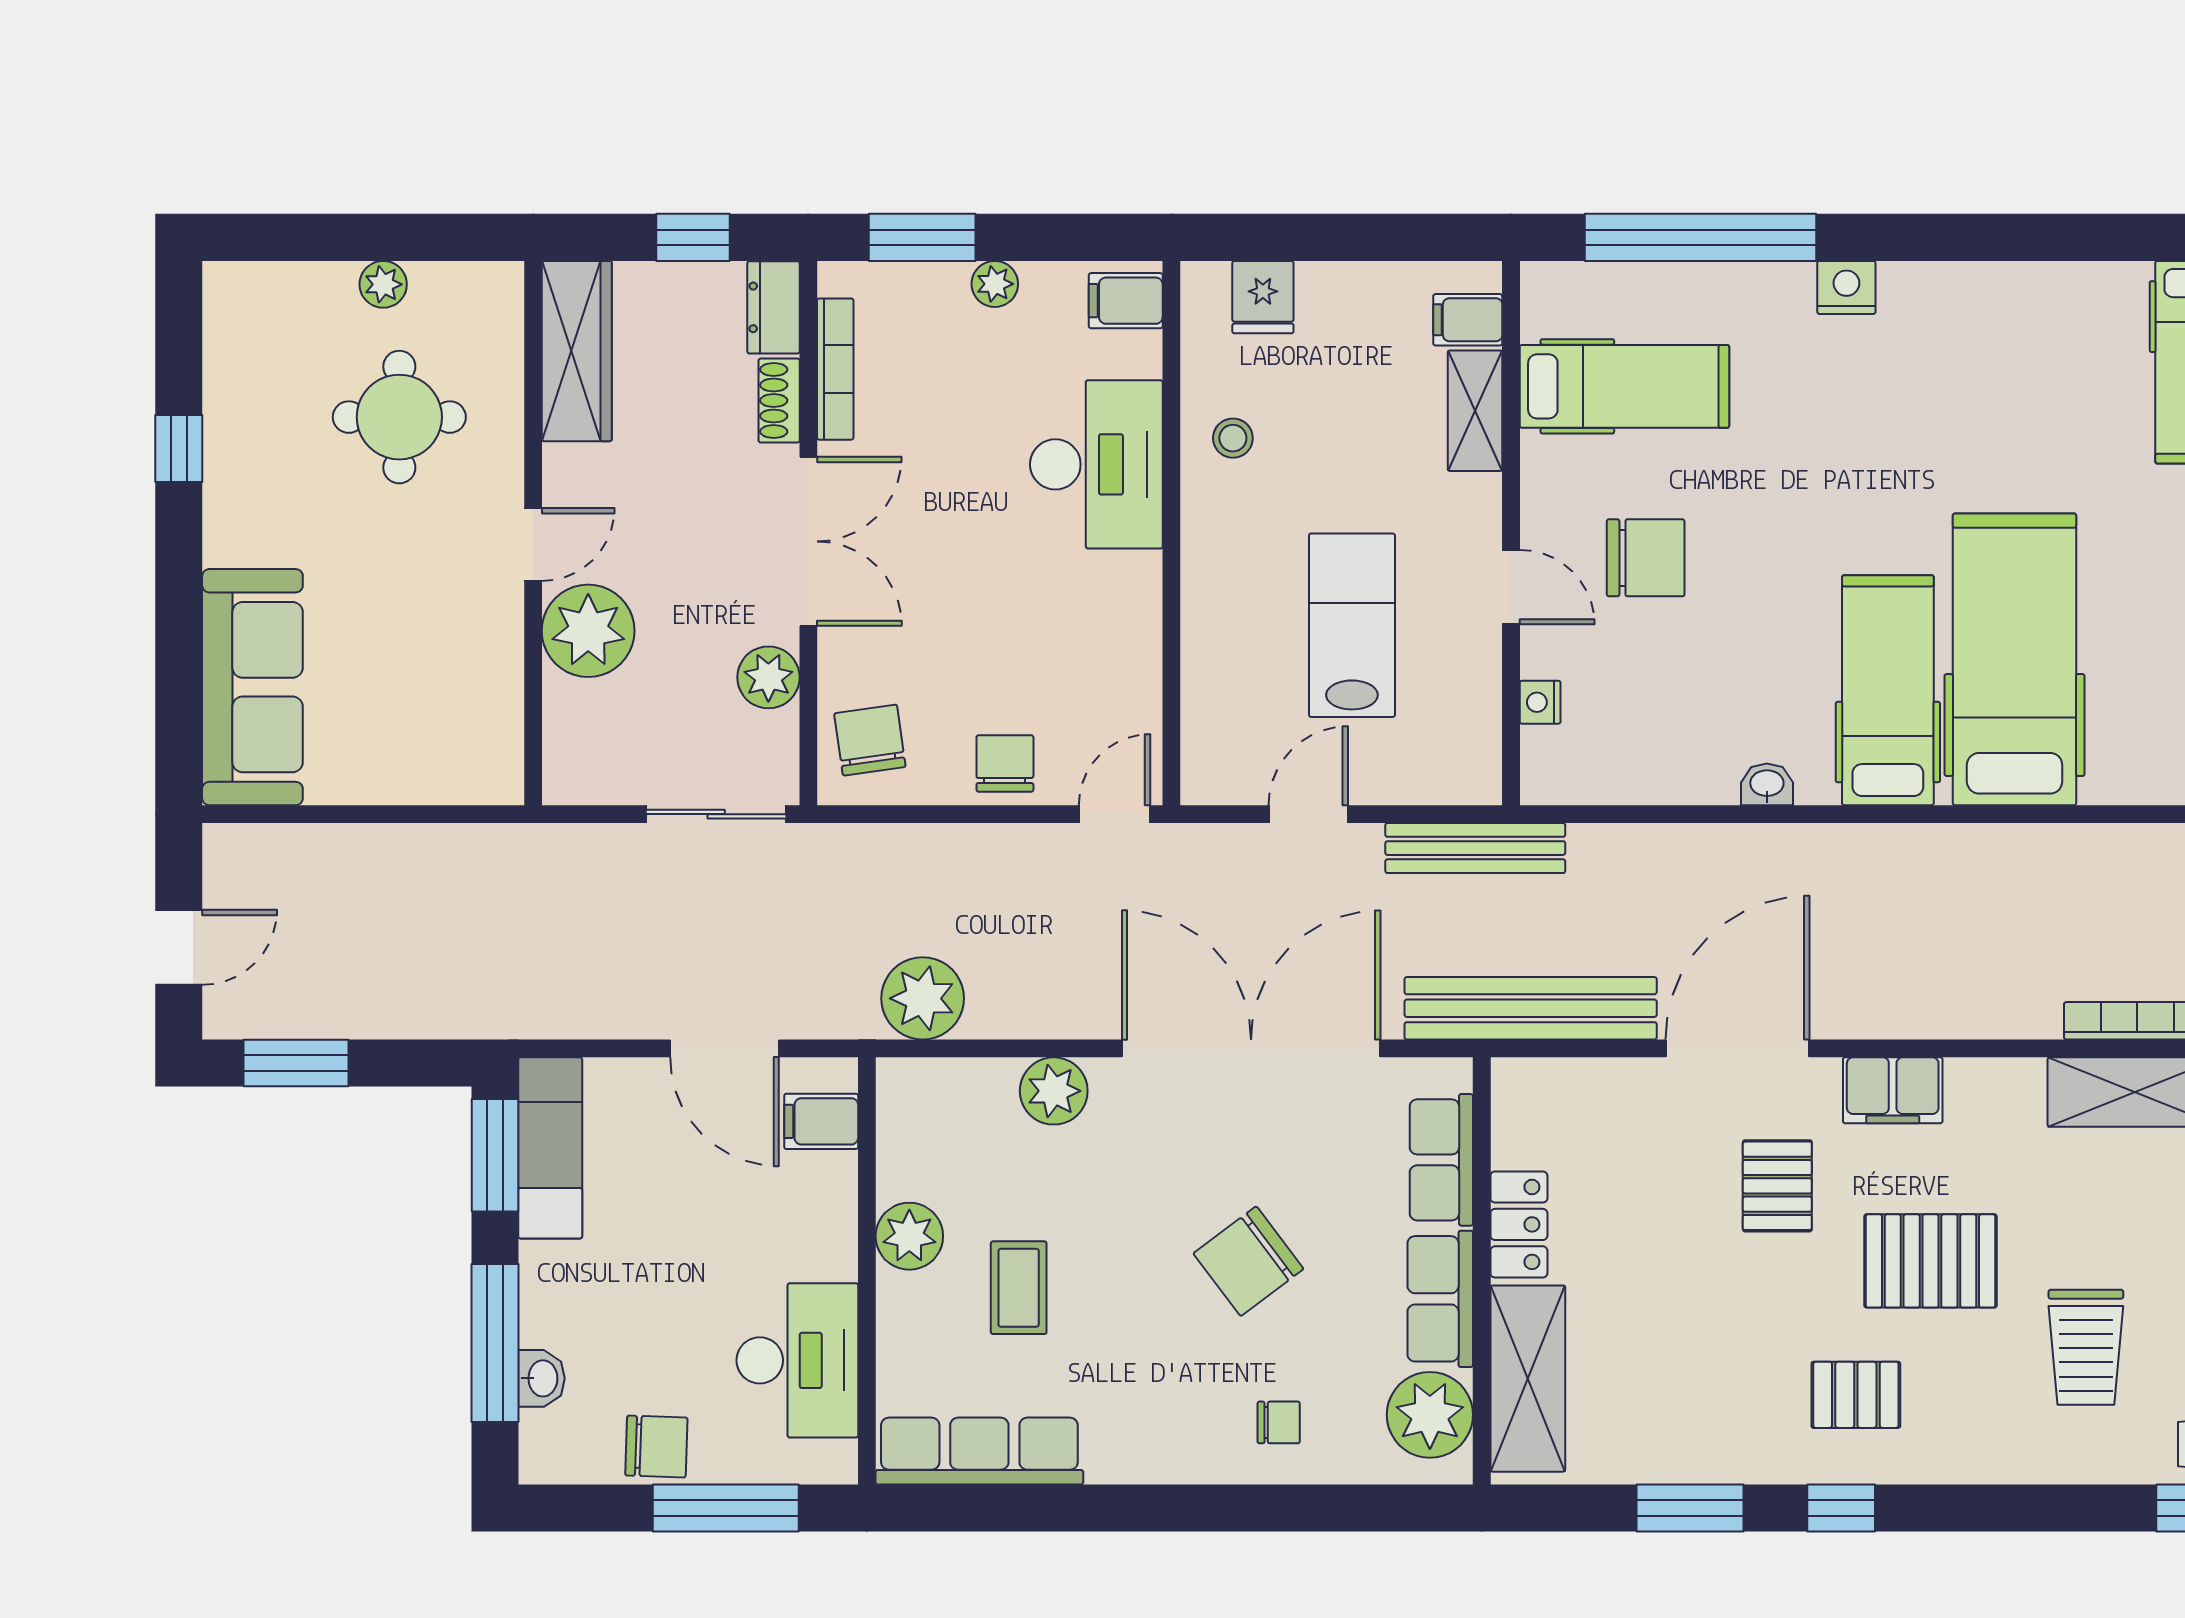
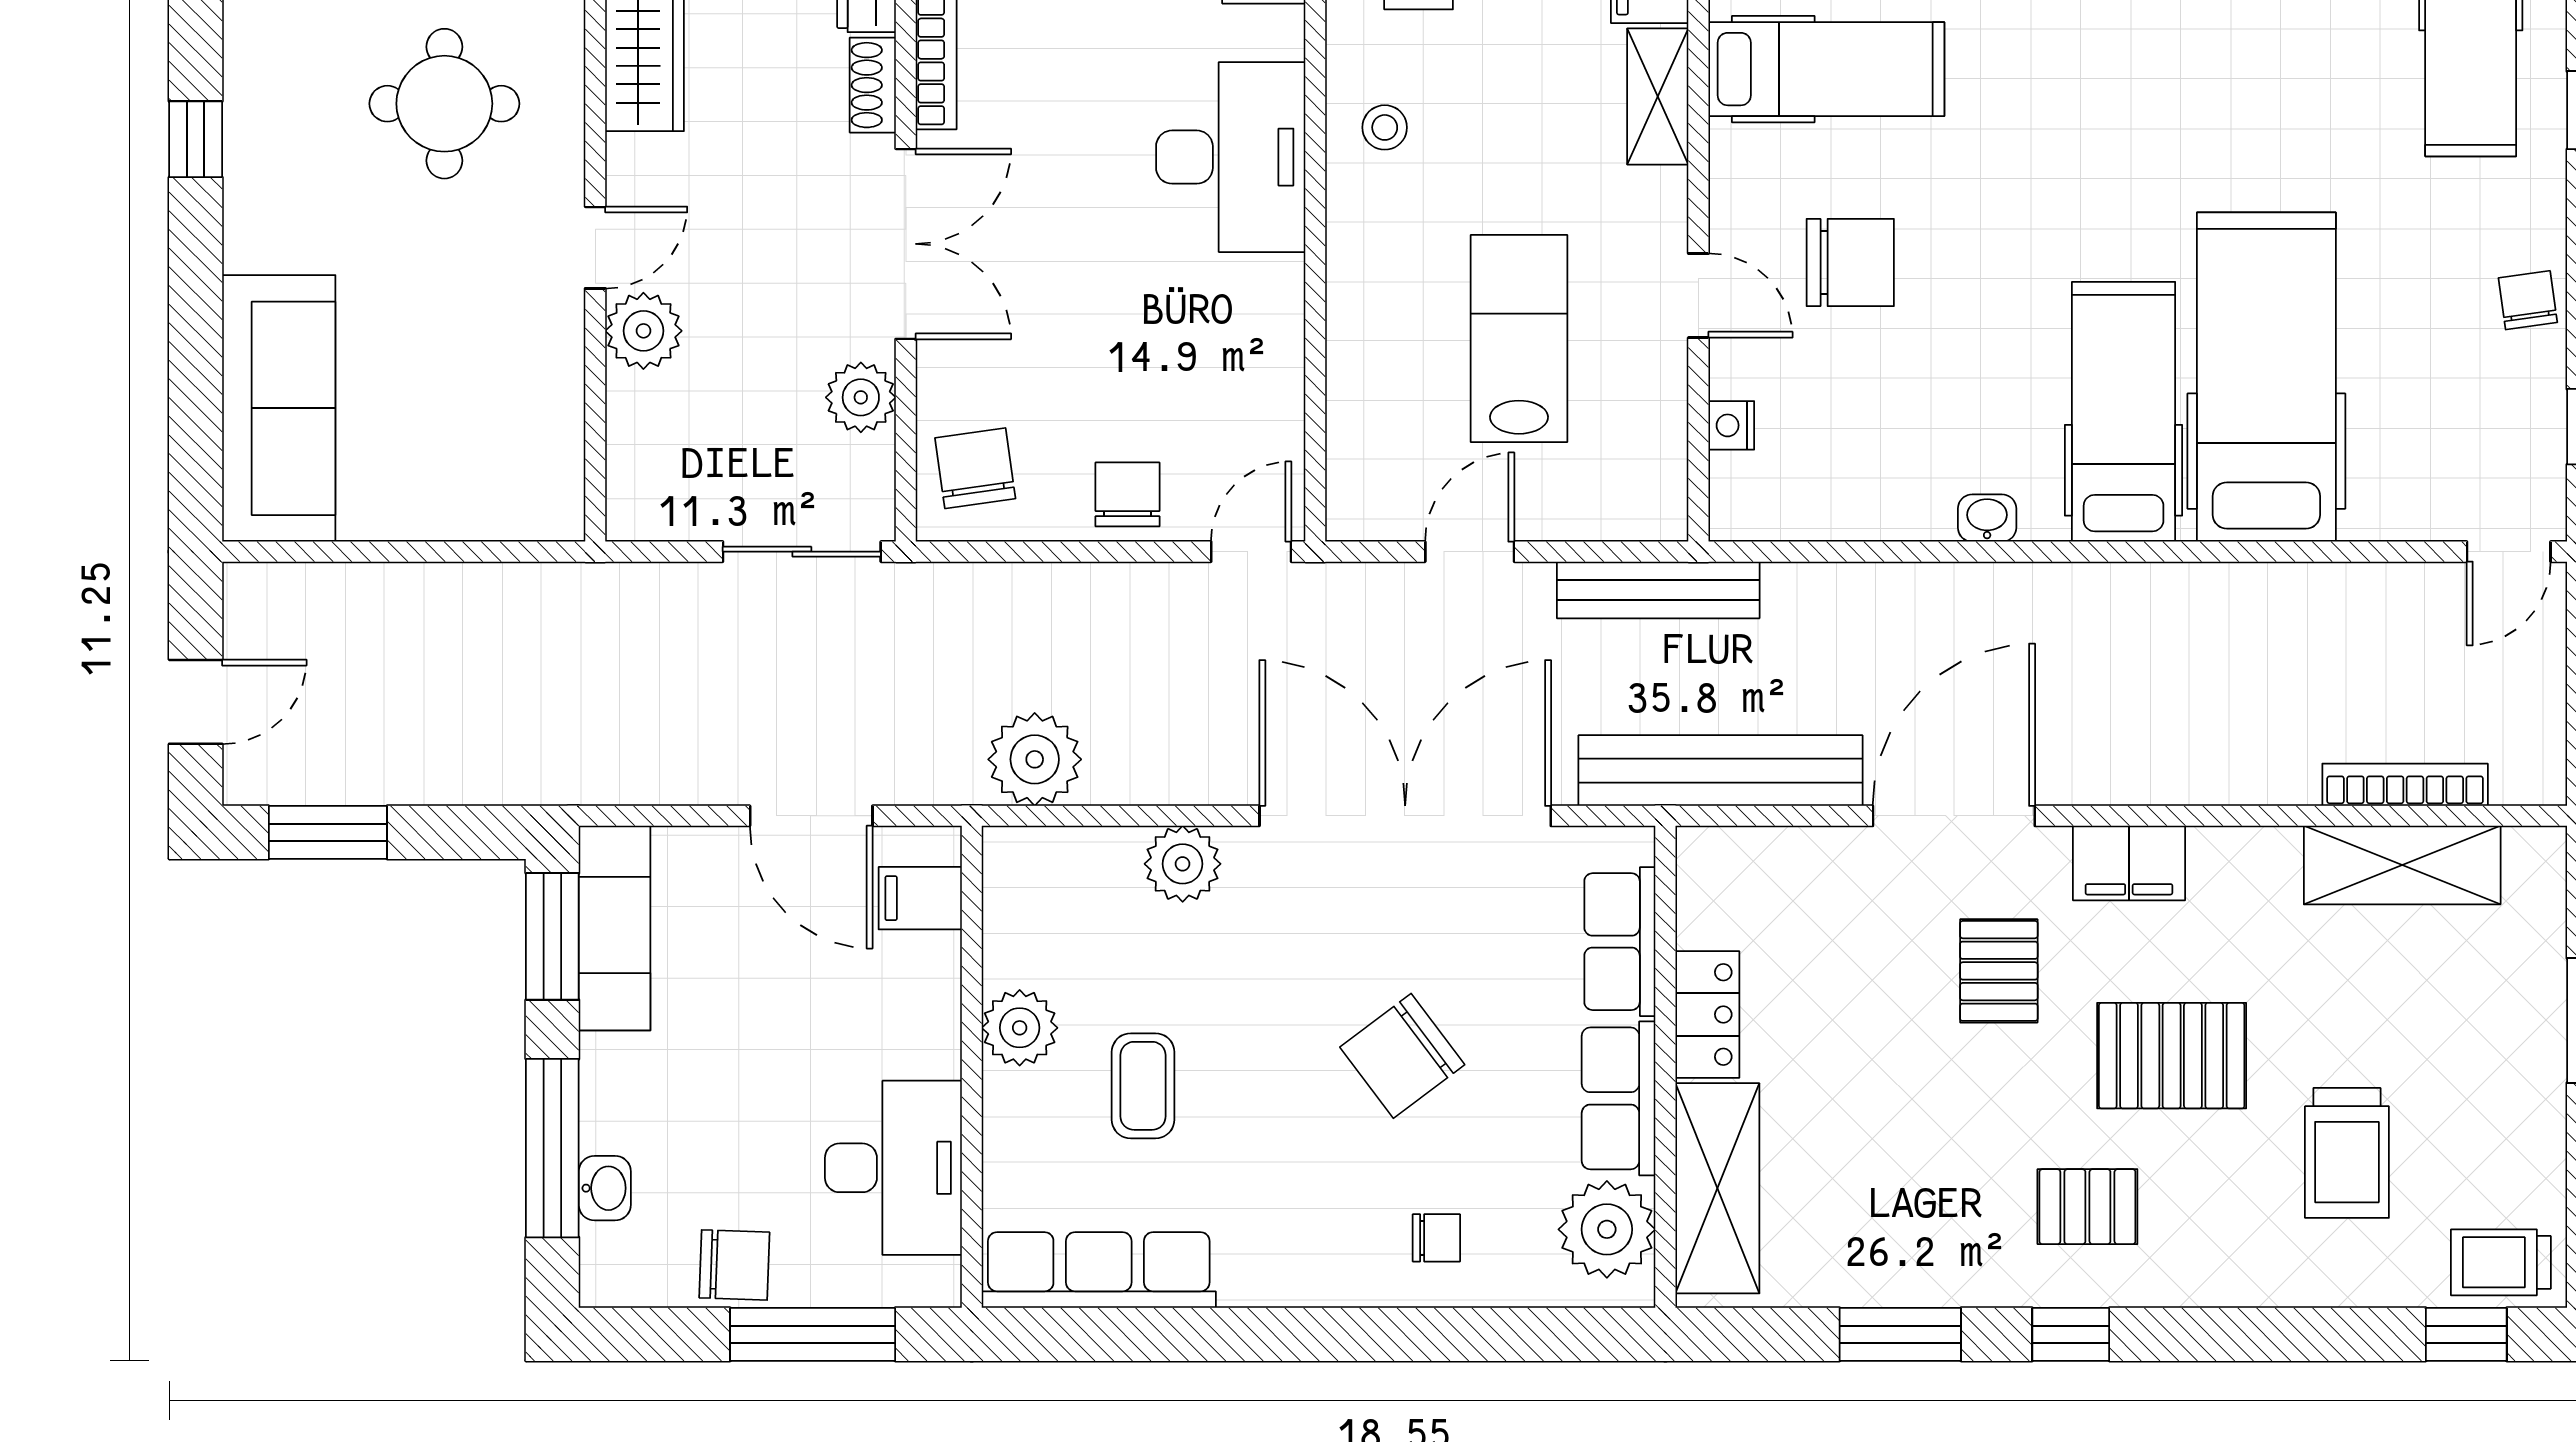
plant: (588, 631) -> (643, 331), width x0.73, depth x0.73

